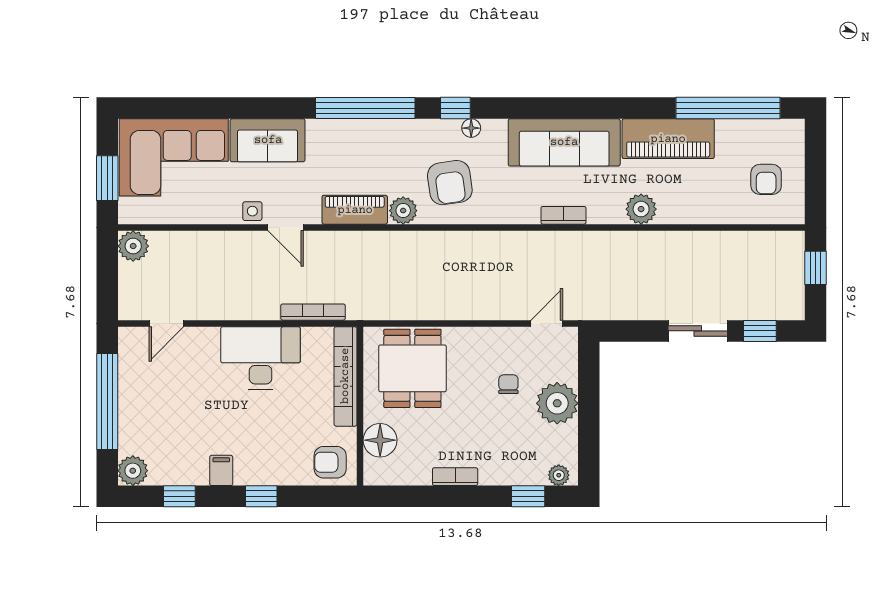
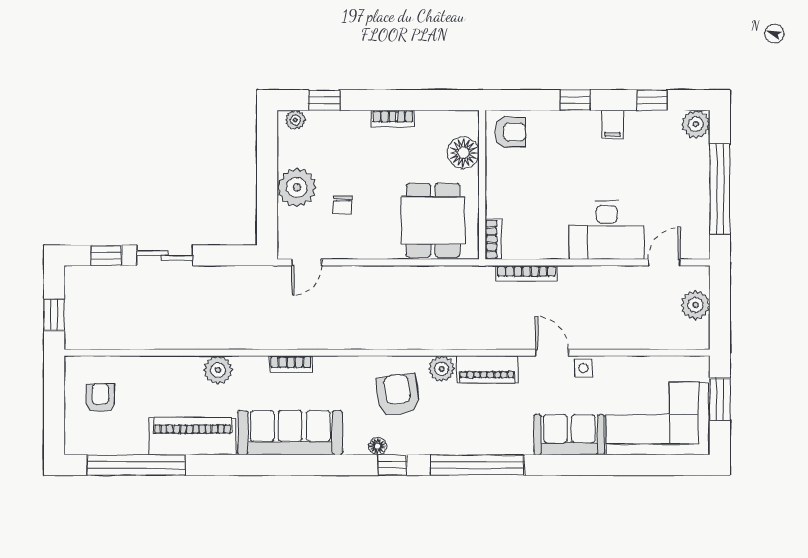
plant: (133, 246) -> (695, 305), moved
desk: (261, 358) -> (607, 230), moved
bookcase: (345, 376) -> (493, 239), width x0.43, depth x0.76

